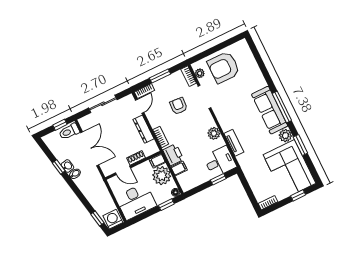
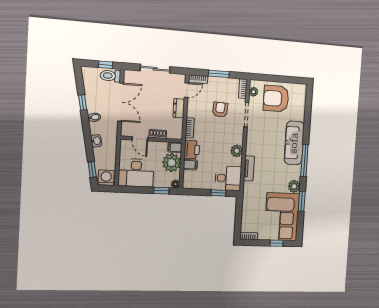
sofa: (270, 110) -> (294, 143), moved
dresser: (144, 129) -> (179, 108), width x0.70
washbasin: (67, 166) -> (96, 141), moved

